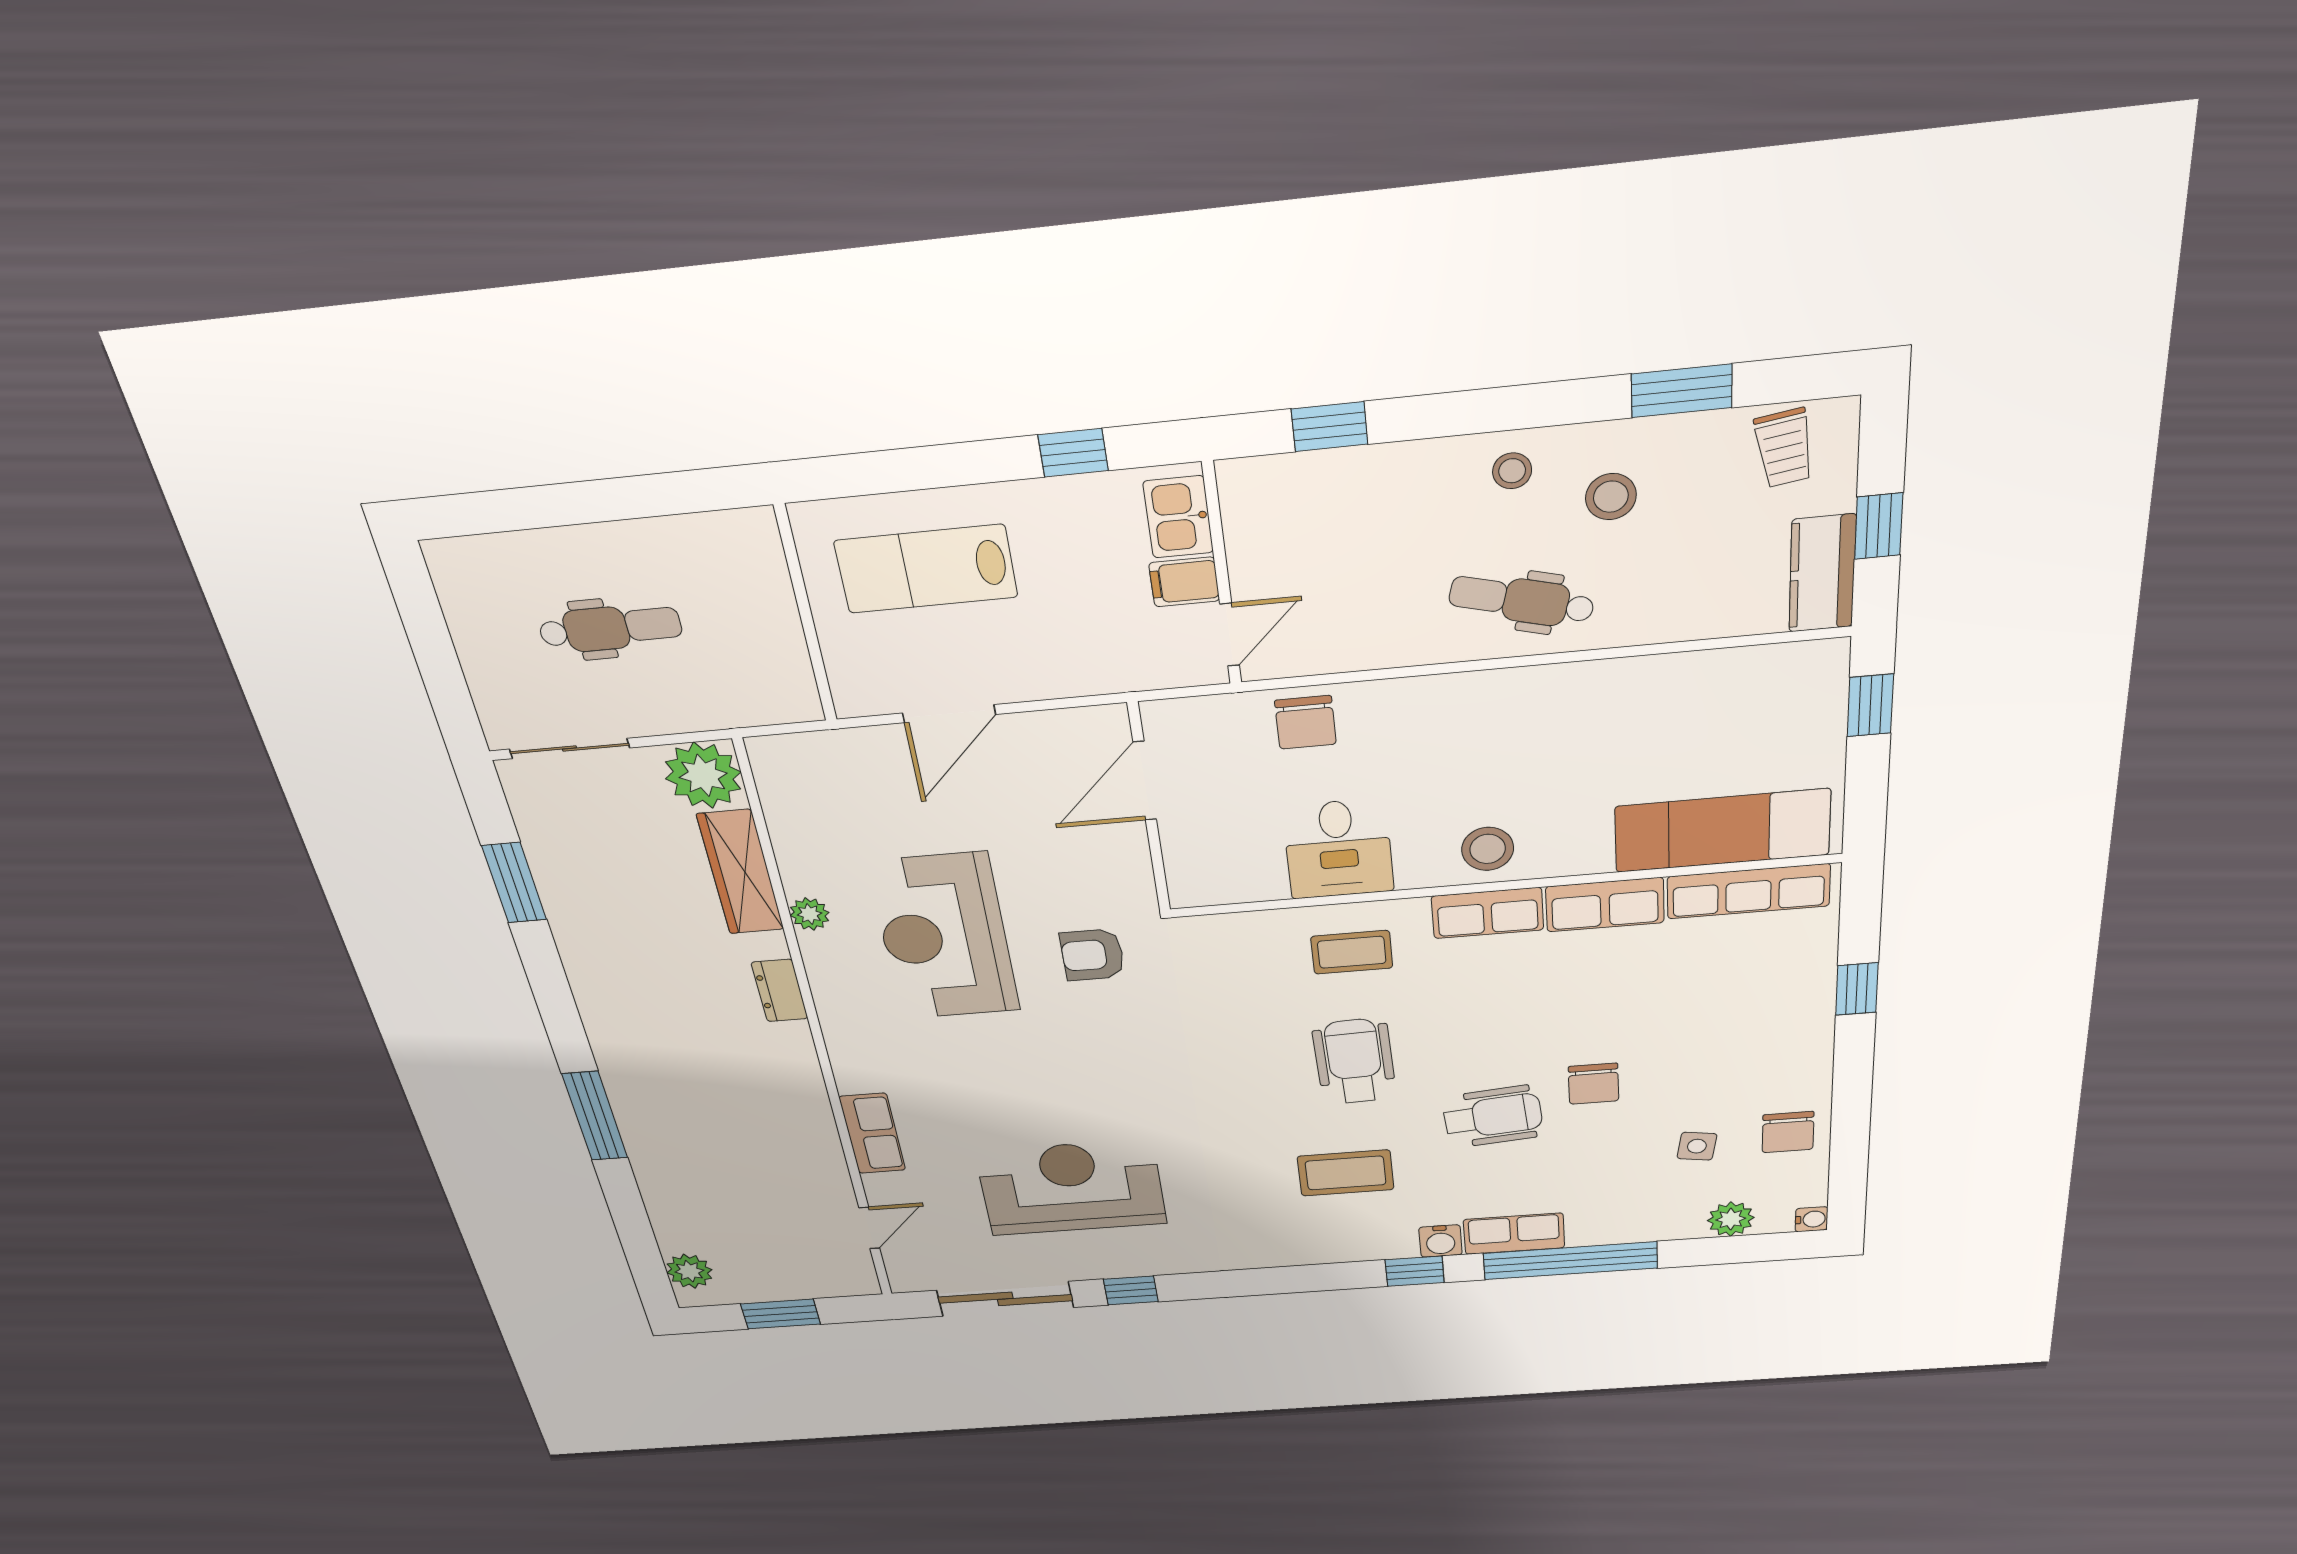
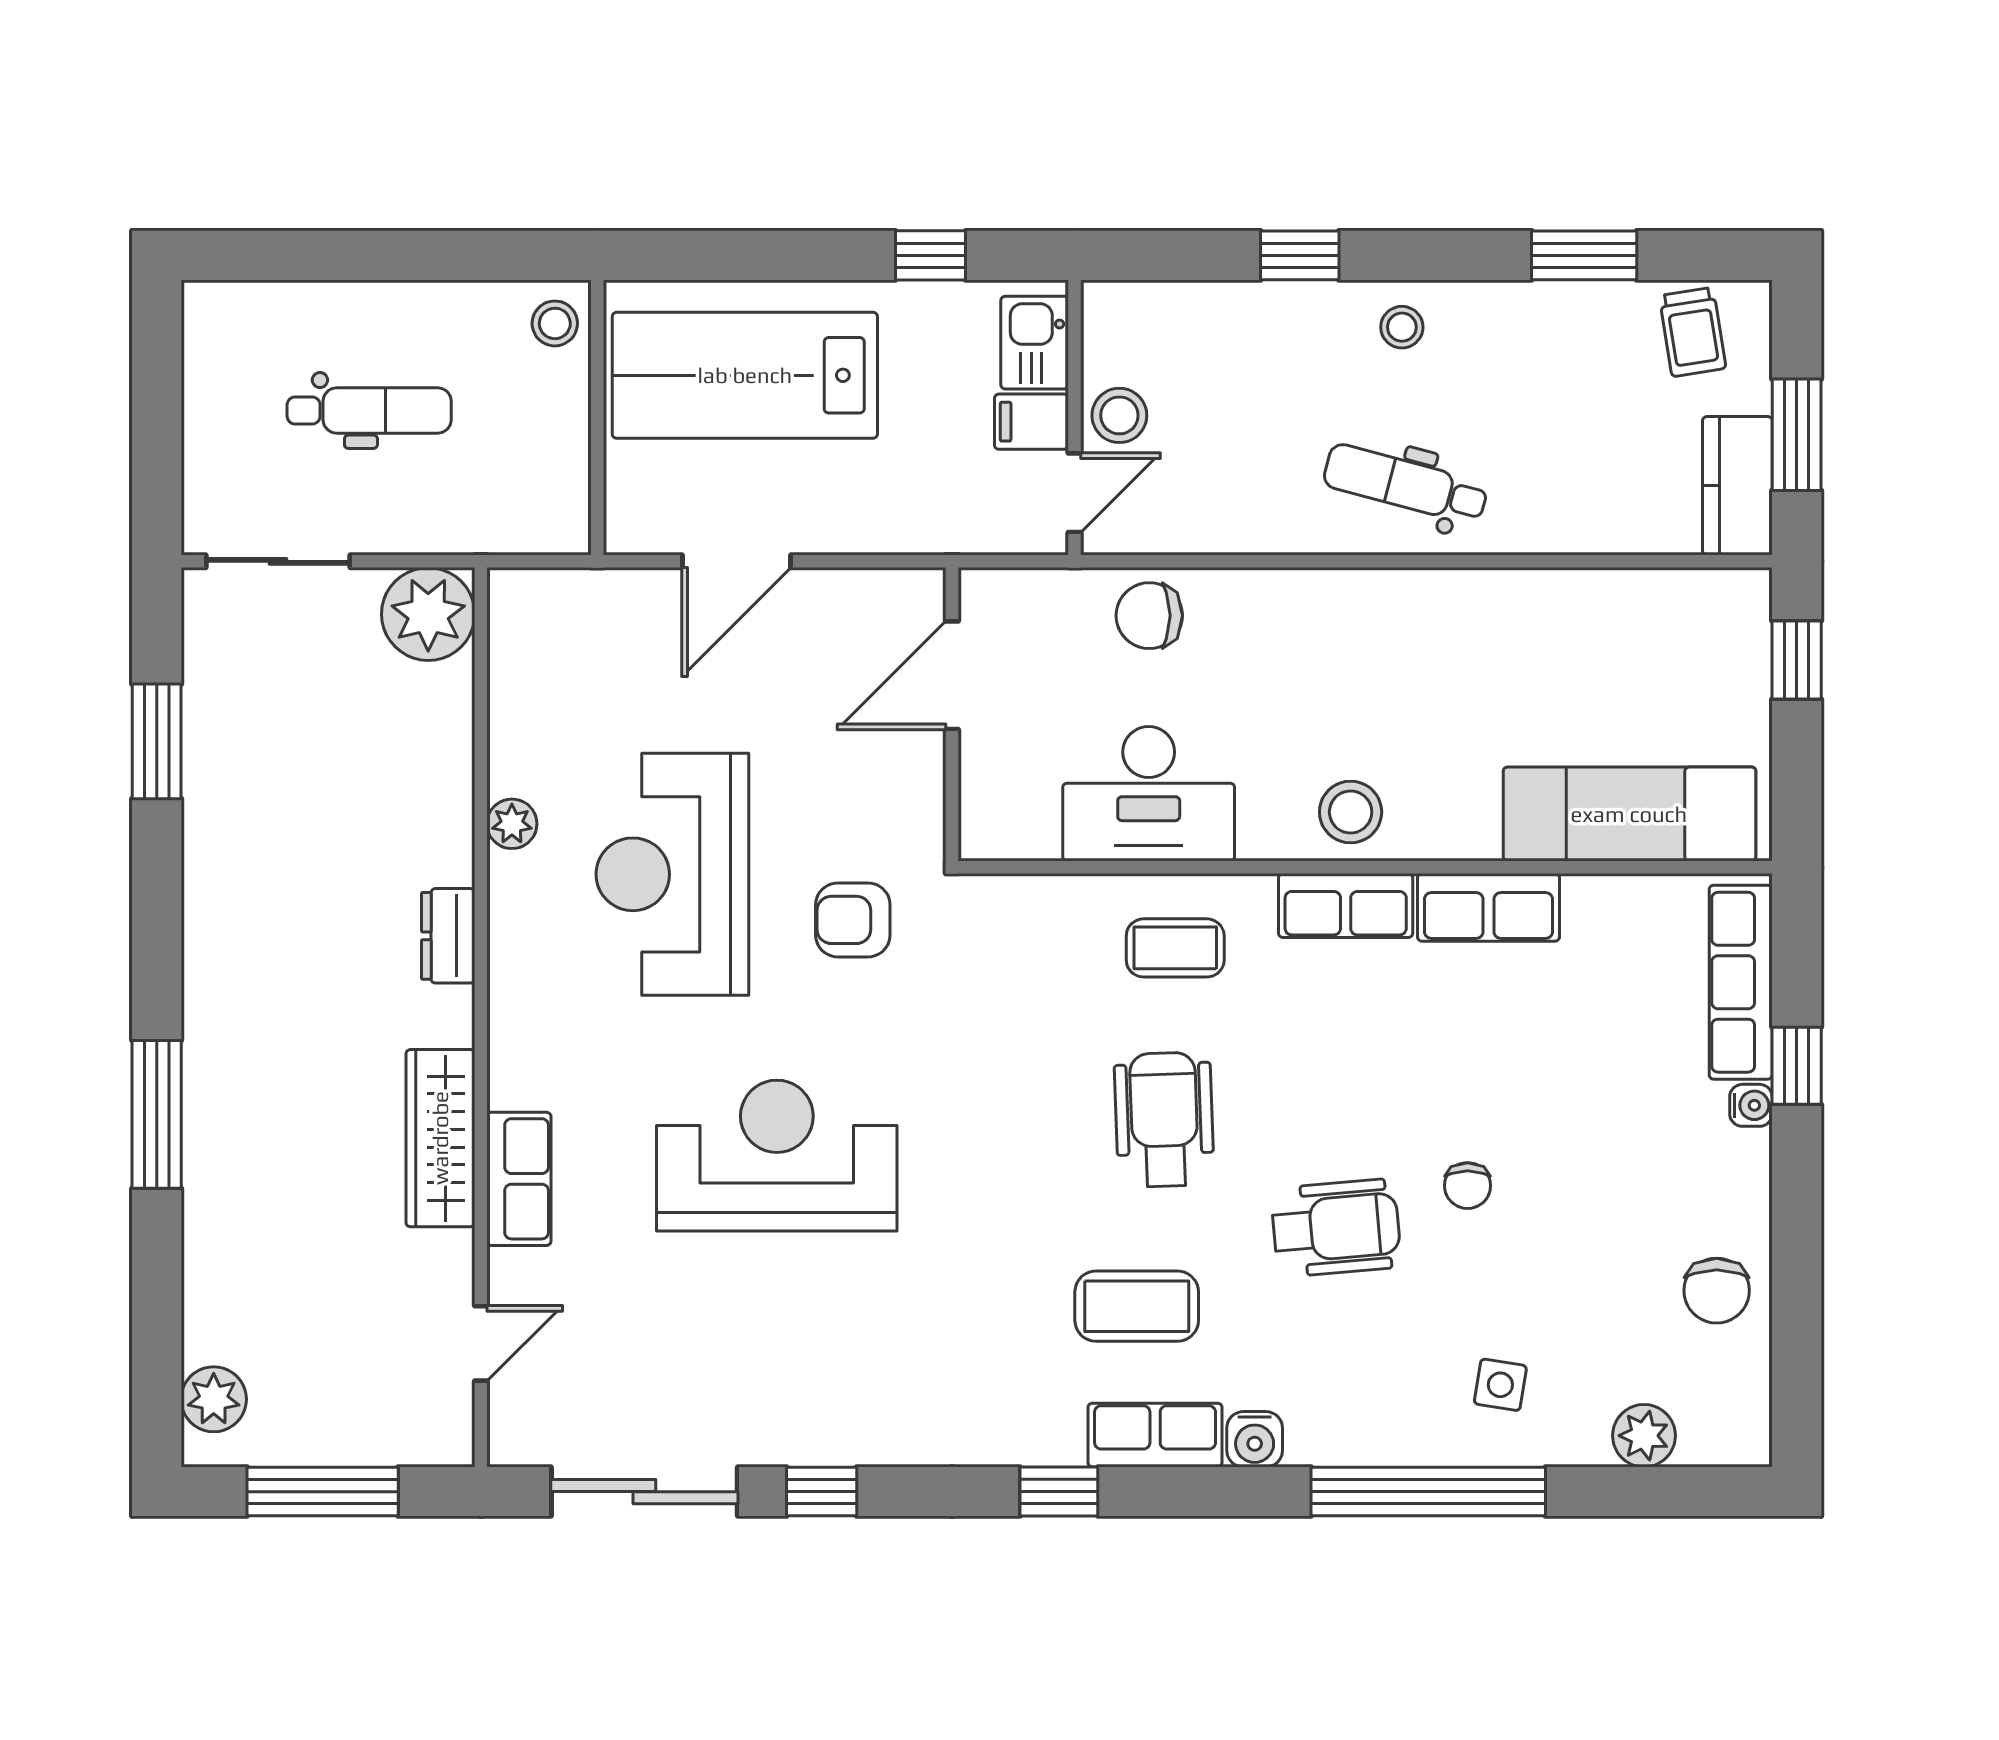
window: (1329, 427) -> (1300, 255), moved
stool: (1611, 497) -> (1119, 415), moved
window: (1879, 526) -> (1797, 435), width x1.50
stool: (751, 543) -> (555, 323), added
lab bench: (926, 569) -> (745, 375), width x1.36, depth x1.39
chair: (1305, 722) -> (1149, 616), turned 90
desk: (1338, 849) -> (1149, 794), width x1.37
wardrobe: (740, 872) -> (440, 1138), moved
row of seats: (1748, 891) -> (1741, 982), moved, turned 90
chair: (1594, 1084) -> (1468, 1186), width x0.73, depth x0.73
side table: (1697, 1146) -> (1500, 1385), moved
reception desk: (1071, 1188) -> (777, 1156), moved
water cooler: (1812, 1219) -> (1751, 1105), moved
row of seats: (1514, 1234) -> (1155, 1435), moved
window: (1415, 1271) -> (1059, 1492), moved
window: (781, 1314) -> (323, 1492), width x1.44

